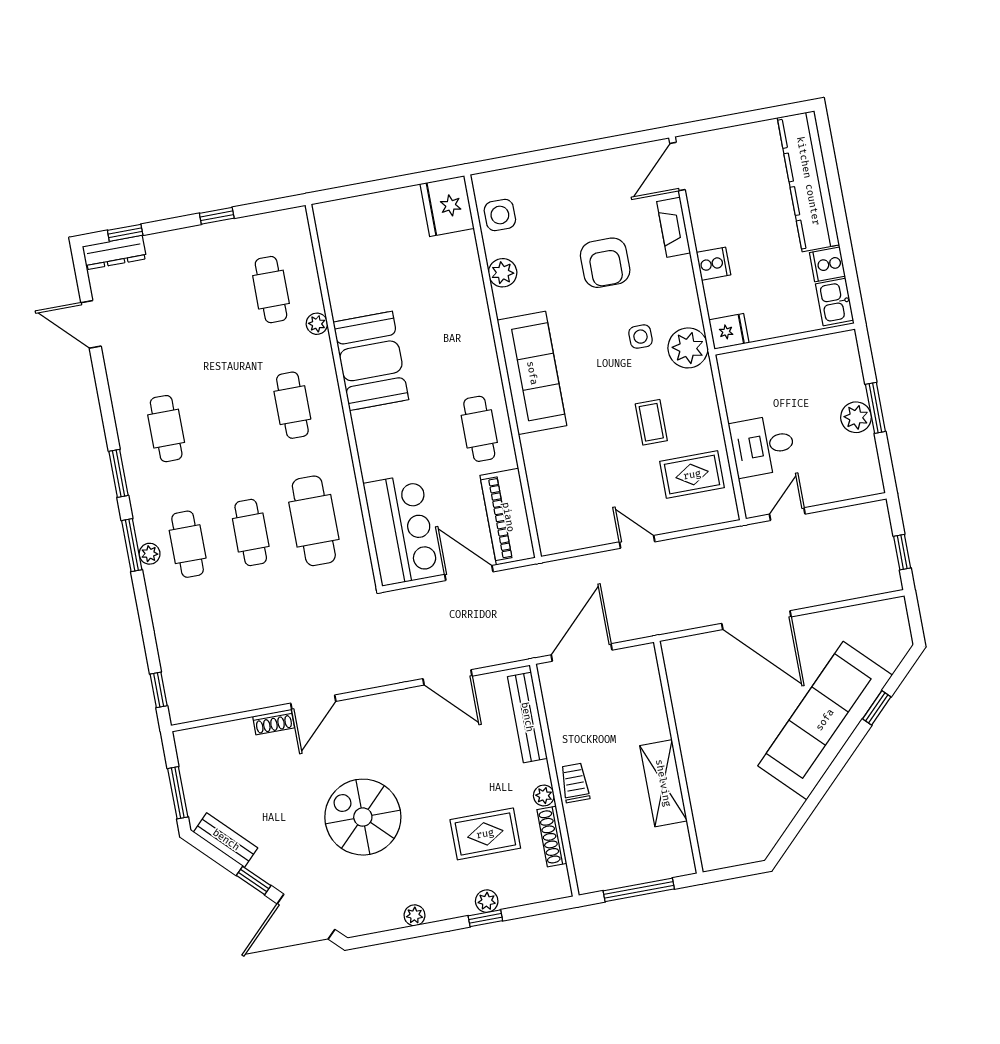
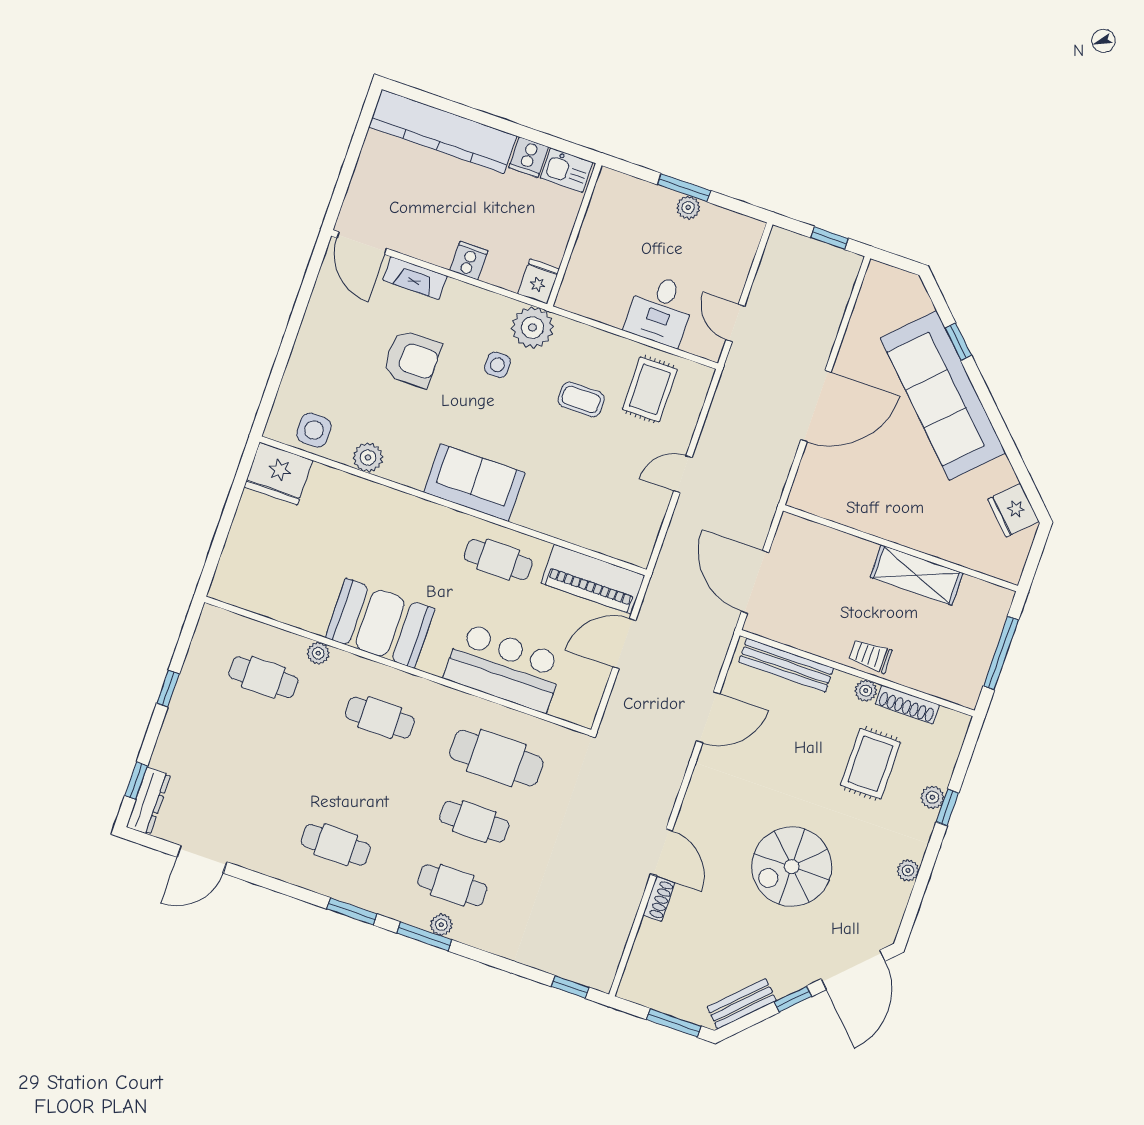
sofa: (532, 373) -> (474, 483), width x0.73
plant: (856, 417) -> (688, 208), width x0.73, depth x0.73
bar counter: (401, 530) -> (504, 667), moved
fridge: (763, 833) -> (1013, 510), added

